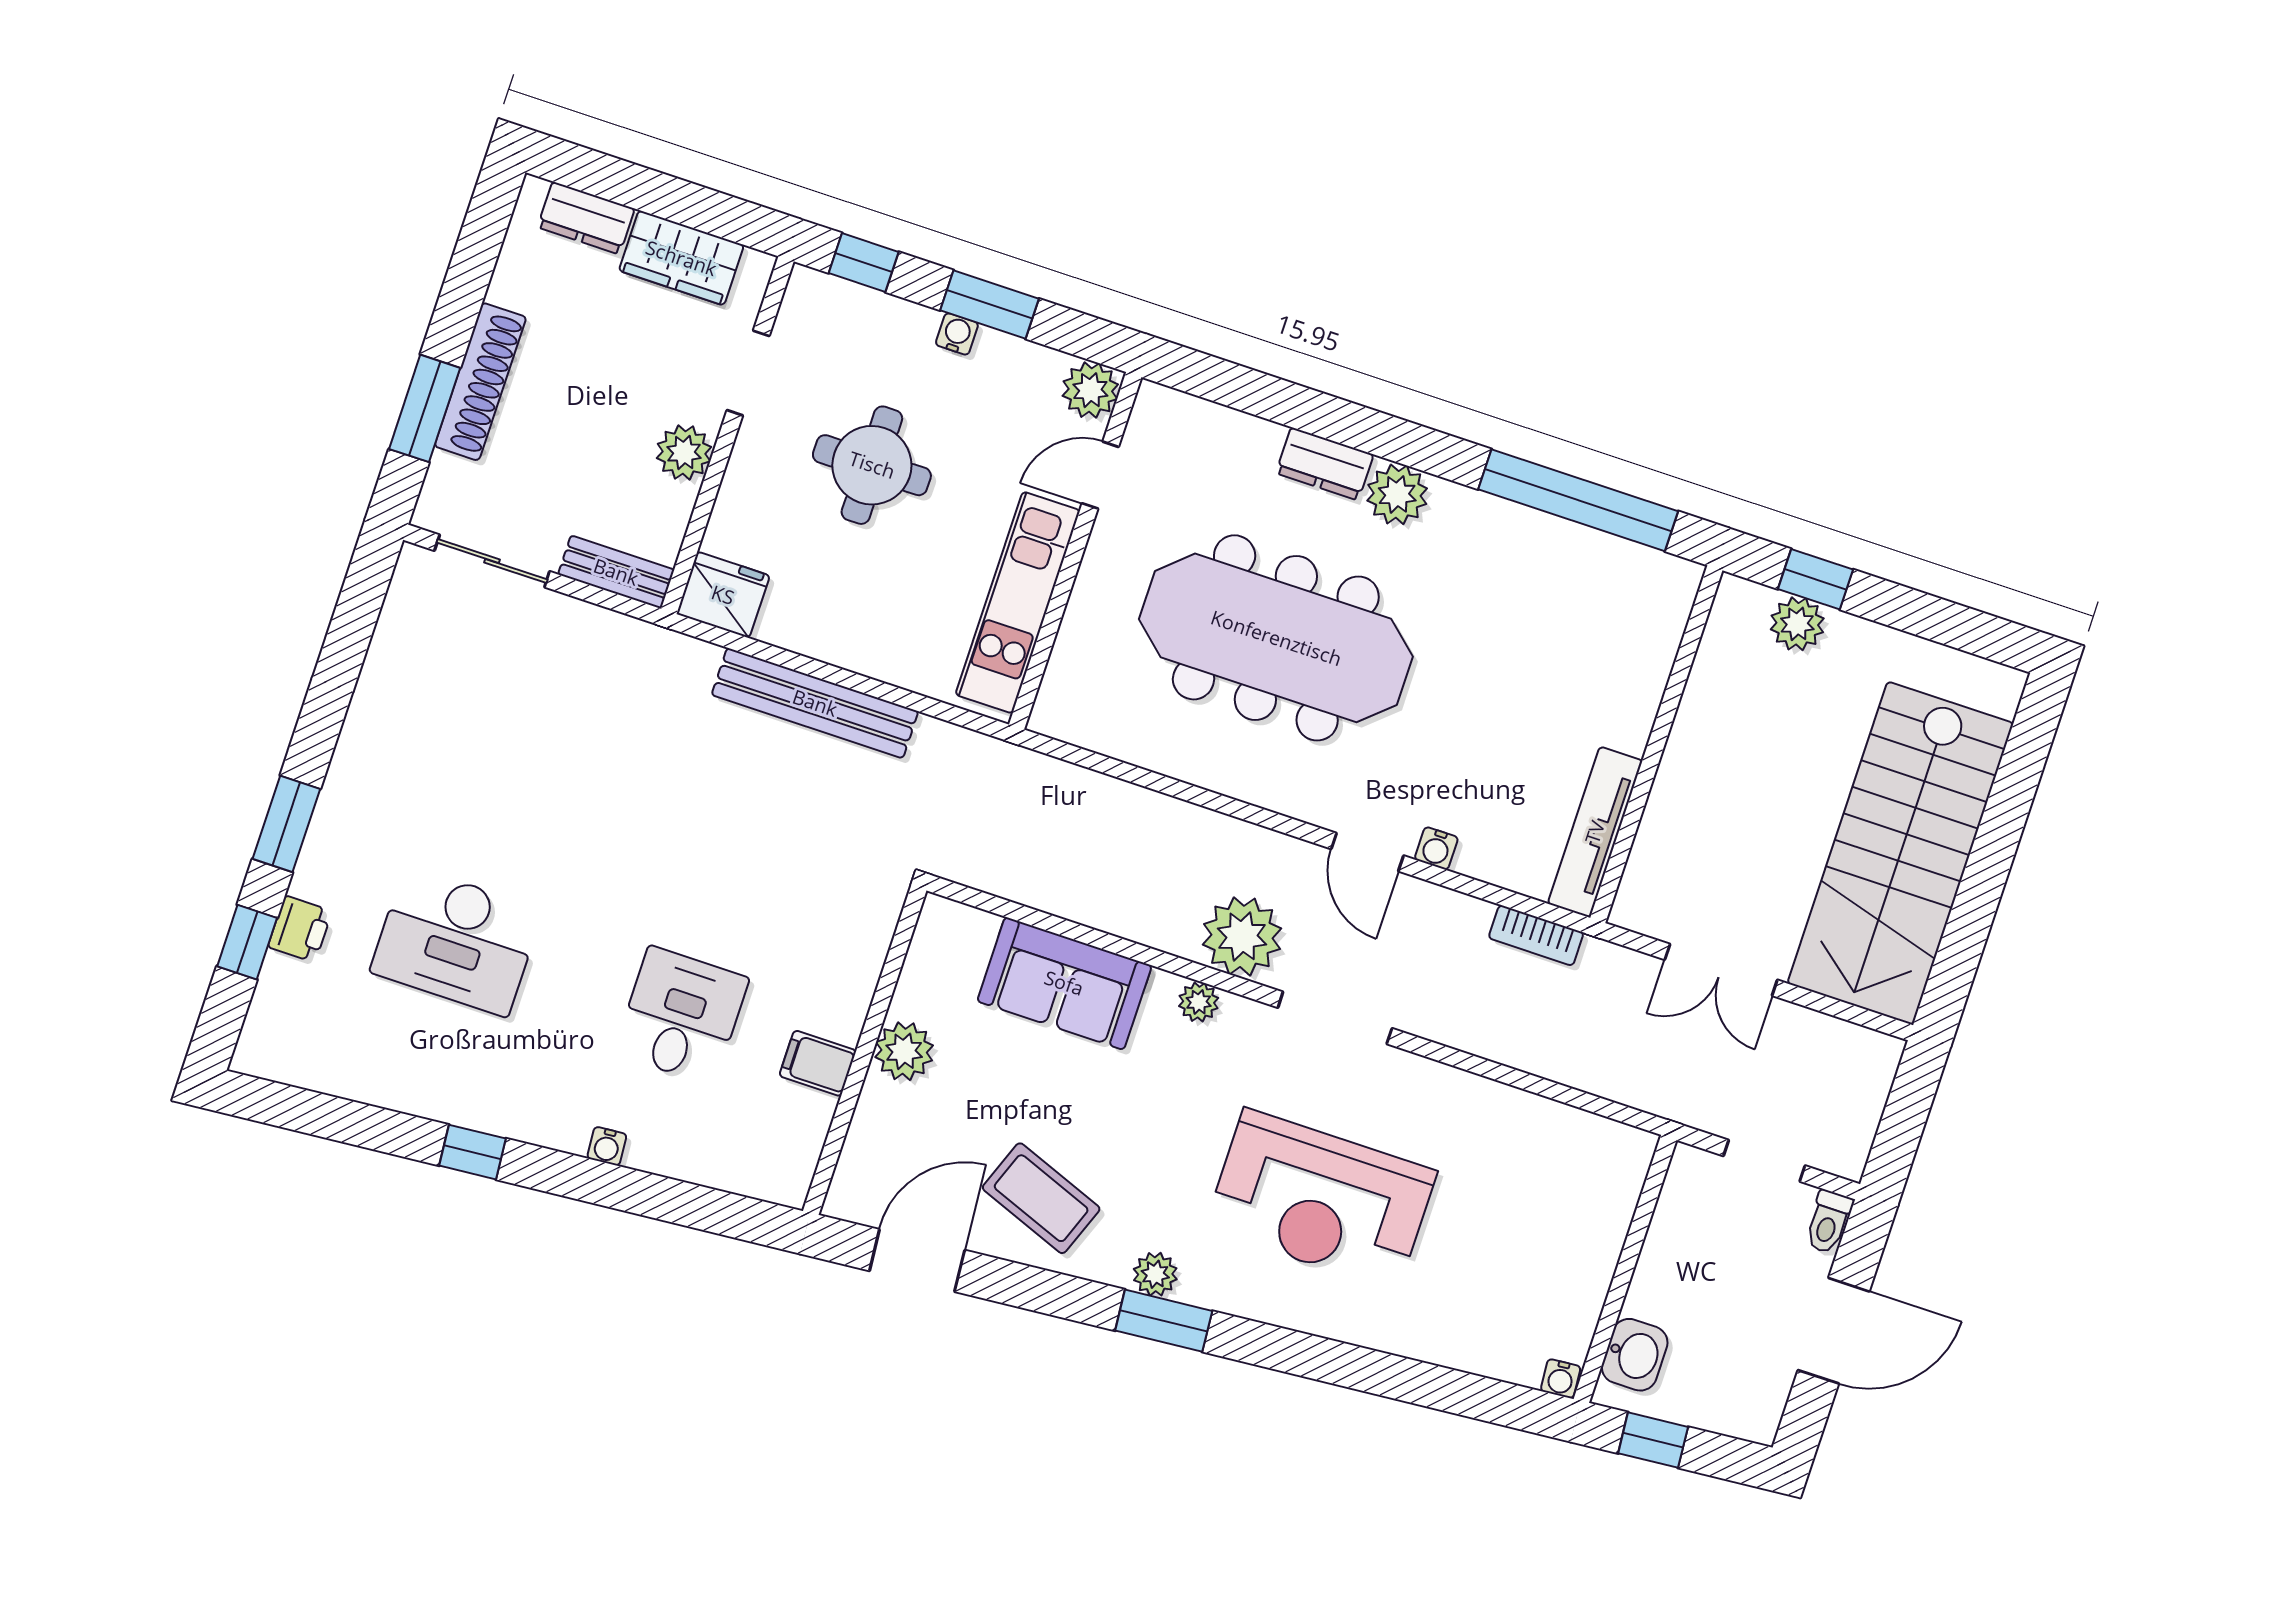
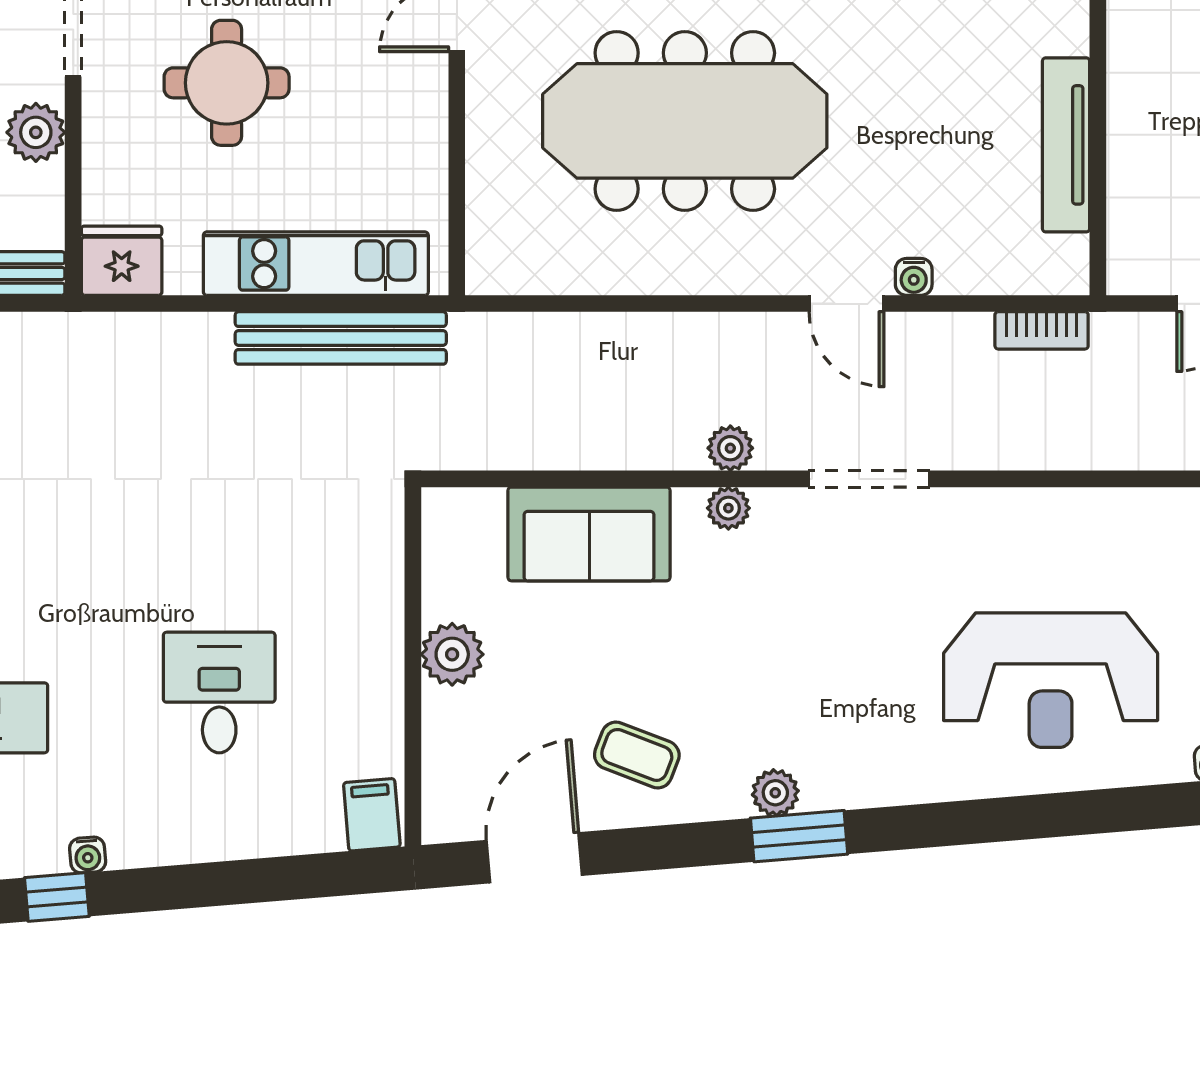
kitchen unit: (1018, 602) -> (316, 264), moved, turned 90
bench: (815, 703) -> (341, 338), moved
tv unit: (1595, 832) -> (1066, 145), moved
plant: (1242, 936) -> (730, 448), width x0.53, depth x0.53
filing cabinet: (818, 1063) -> (372, 815), moved, turned 85
water cooler: (607, 1146) -> (88, 855), moved
coffee table: (1041, 1198) -> (637, 755), width x0.73, depth x0.77
reception desk: (1321, 1200) -> (1051, 680), moved

